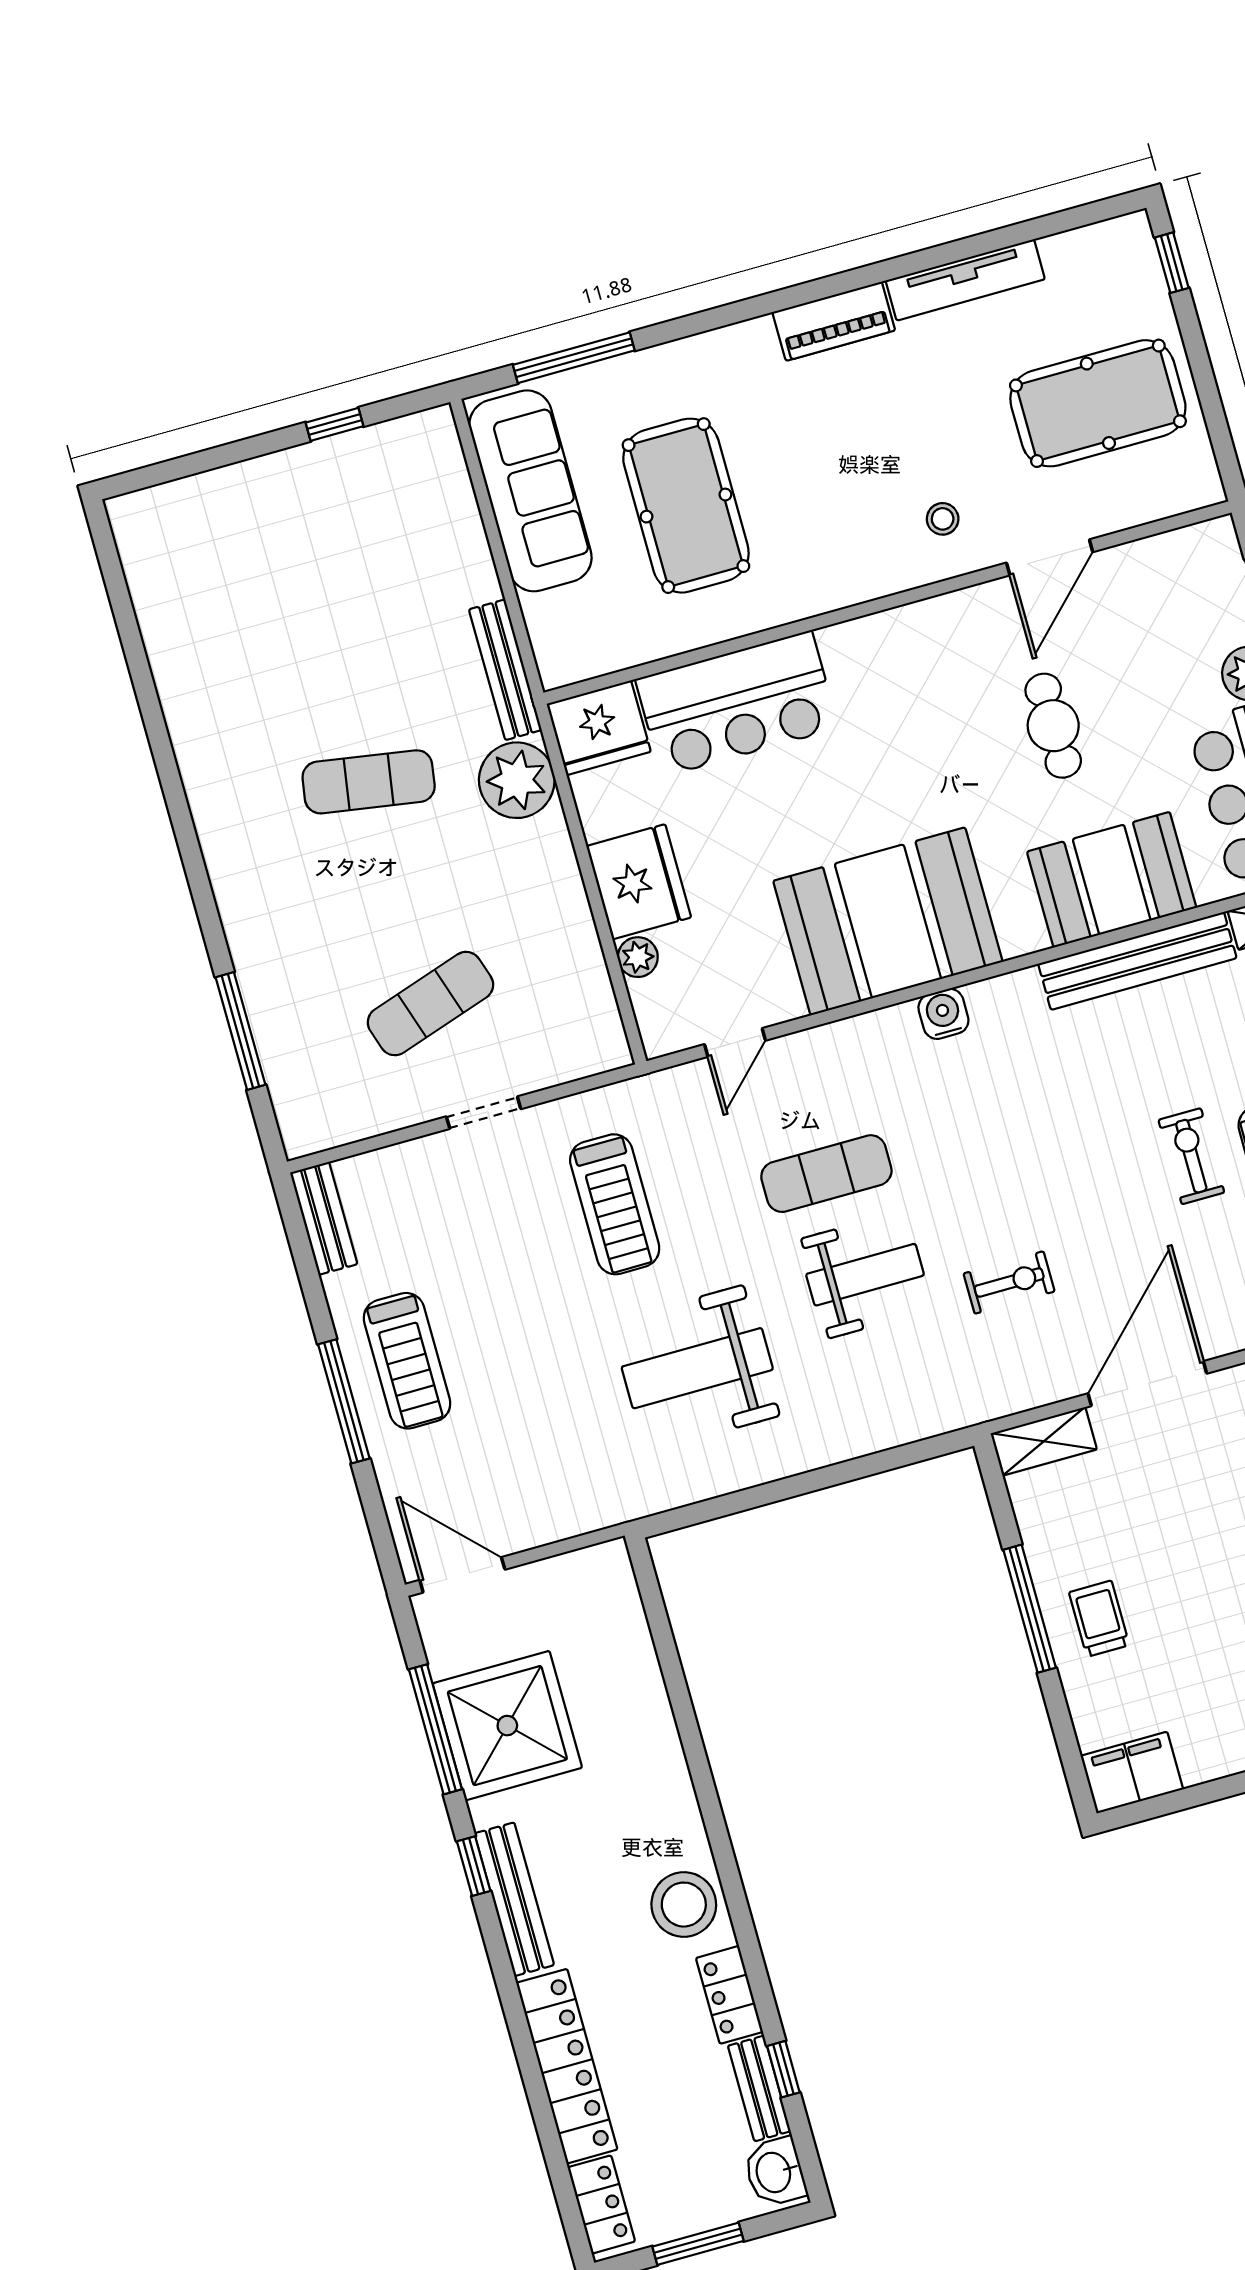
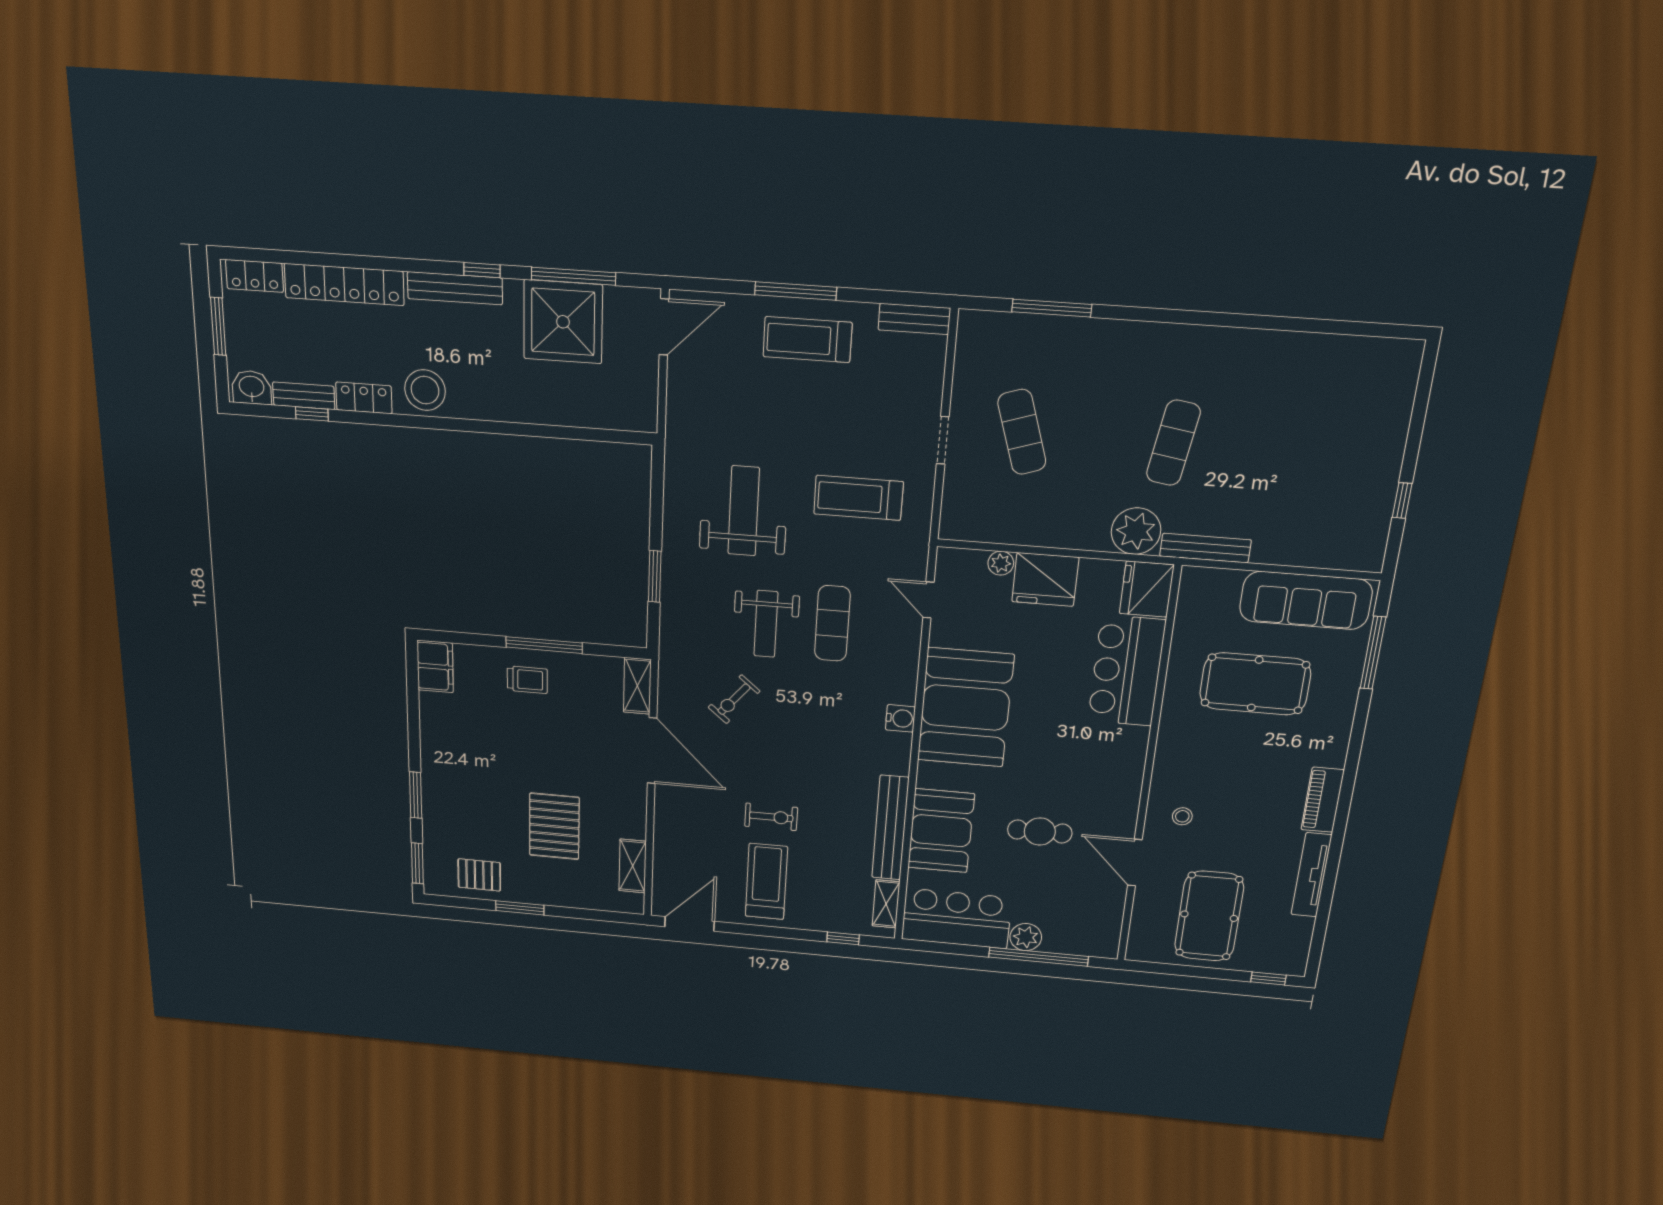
exercise bike: (1009, 1282) -> (734, 699), turned 40
window: (851, 1470) -> (655, 576), added

